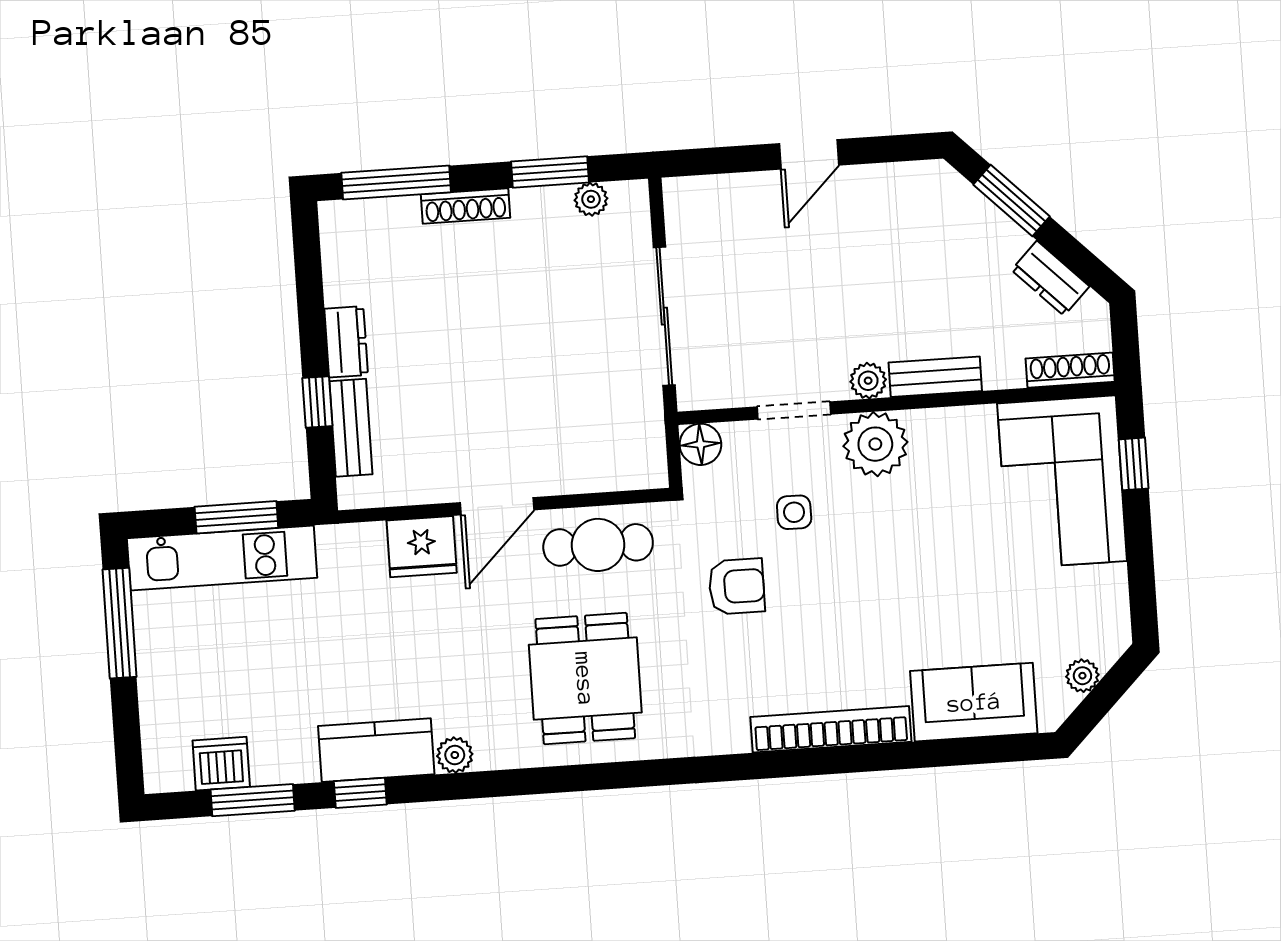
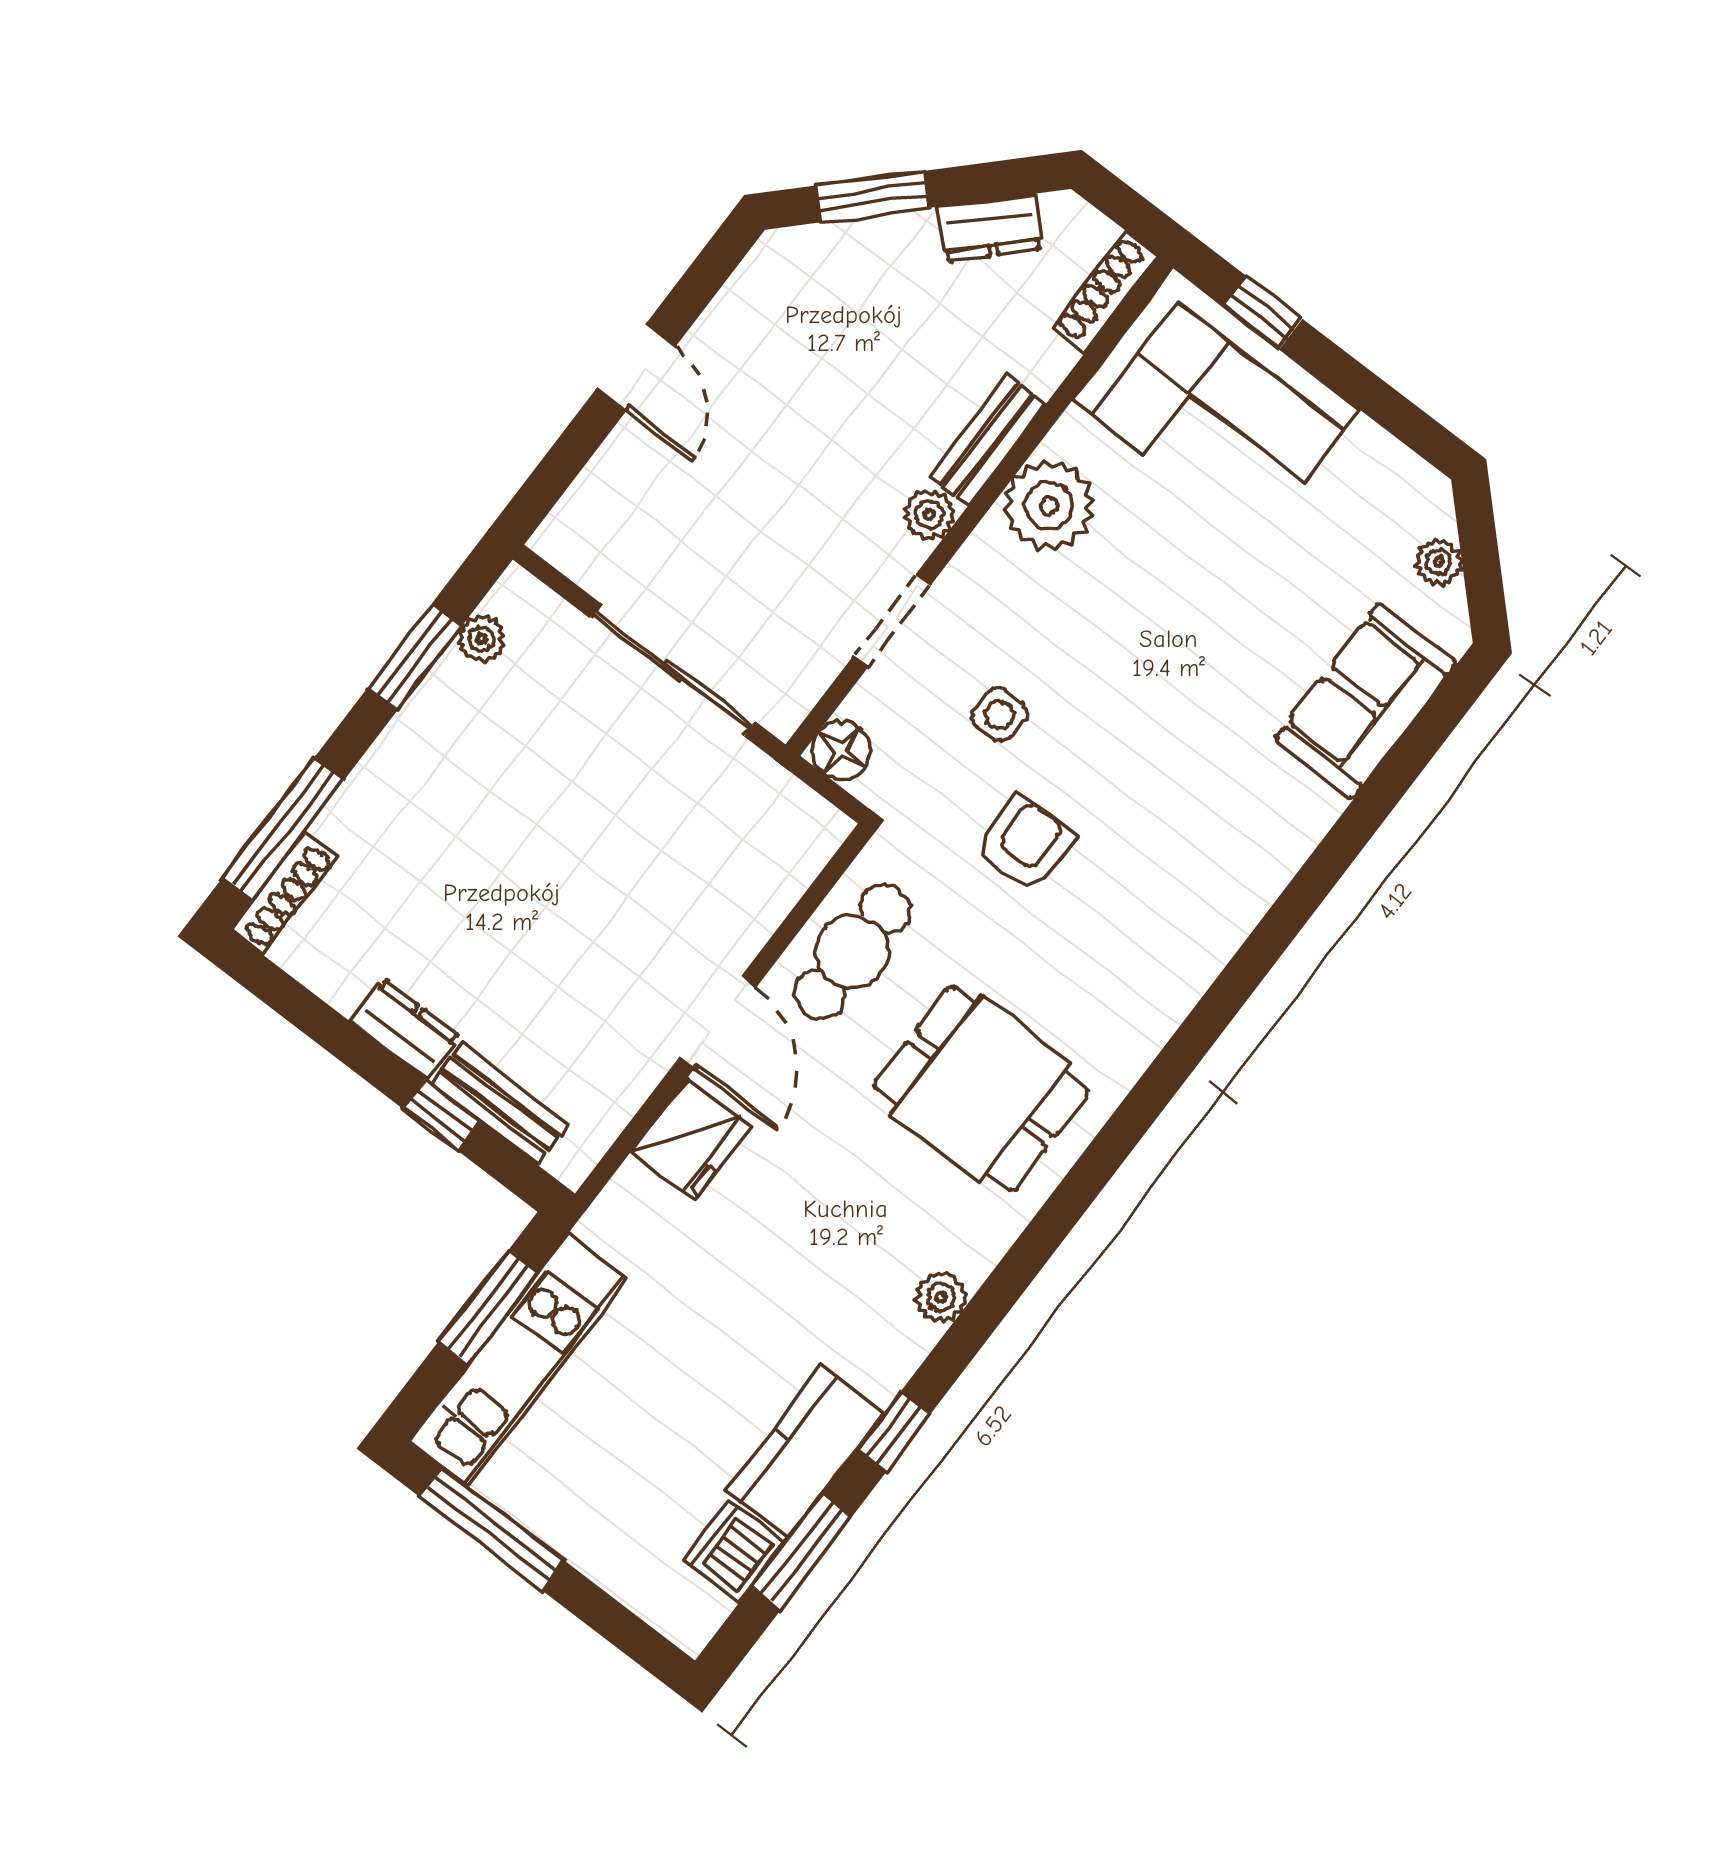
shoe rack: (466, 206) -> (284, 893), moved
plant: (875, 444) -> (1049, 506), moved
bookcase: (831, 729) -> (1262, 877), removed
kitchen counter: (376, 750) -> (805, 1452), moved

